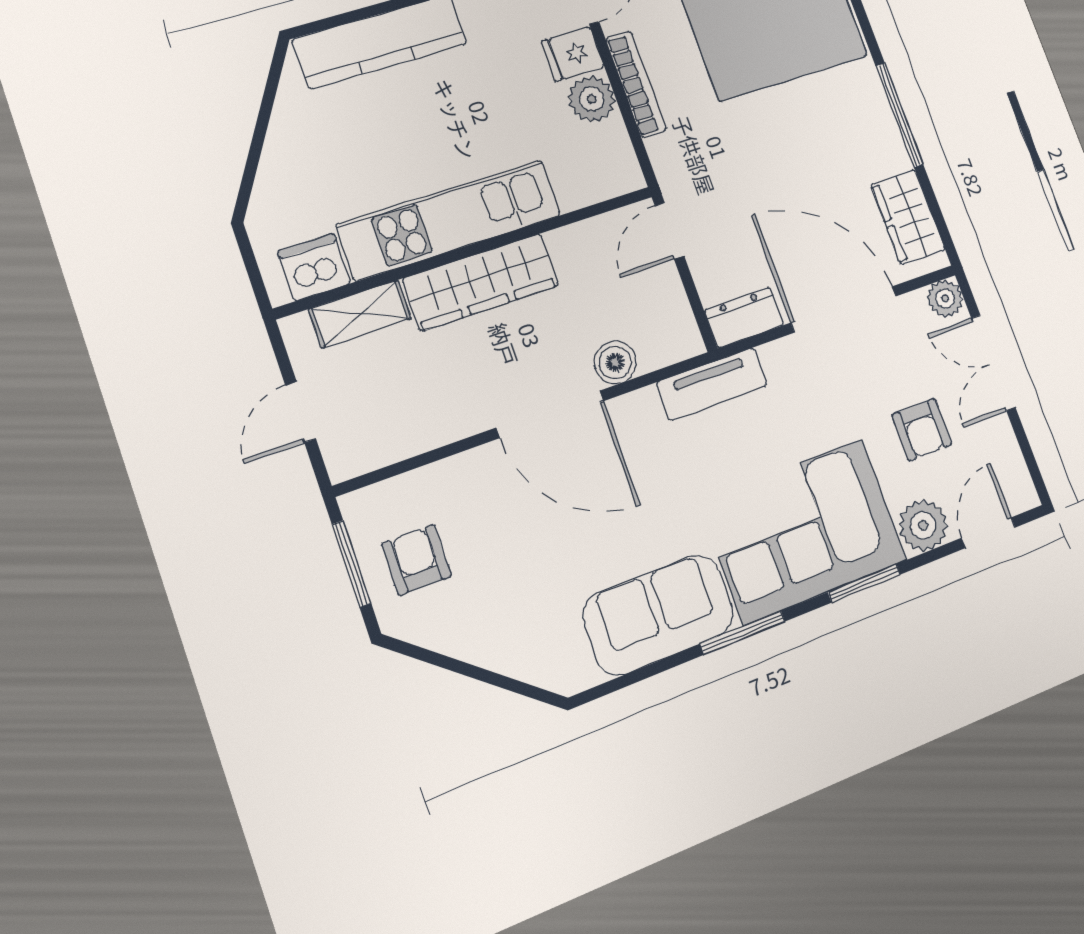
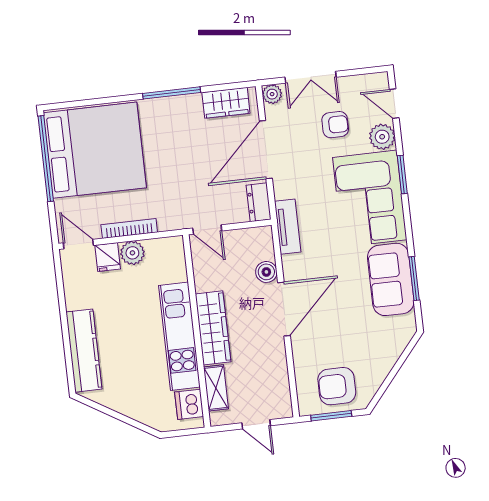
armchair: (417, 560) -> (337, 386), width x1.38, depth x1.38
window: (743, 633) -> (414, 278), moved

